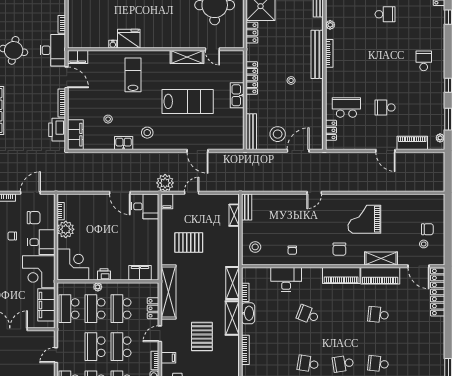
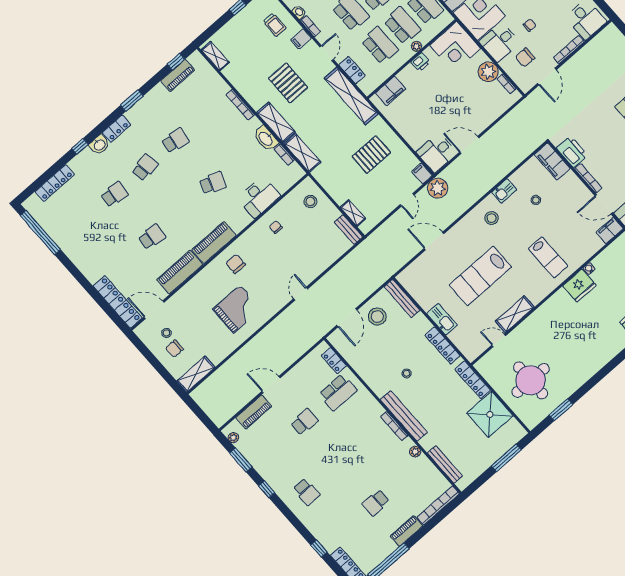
locker: (252, 33) -> (473, 380), width x1.53
shelving: (381, 258) -> (196, 374), moved

